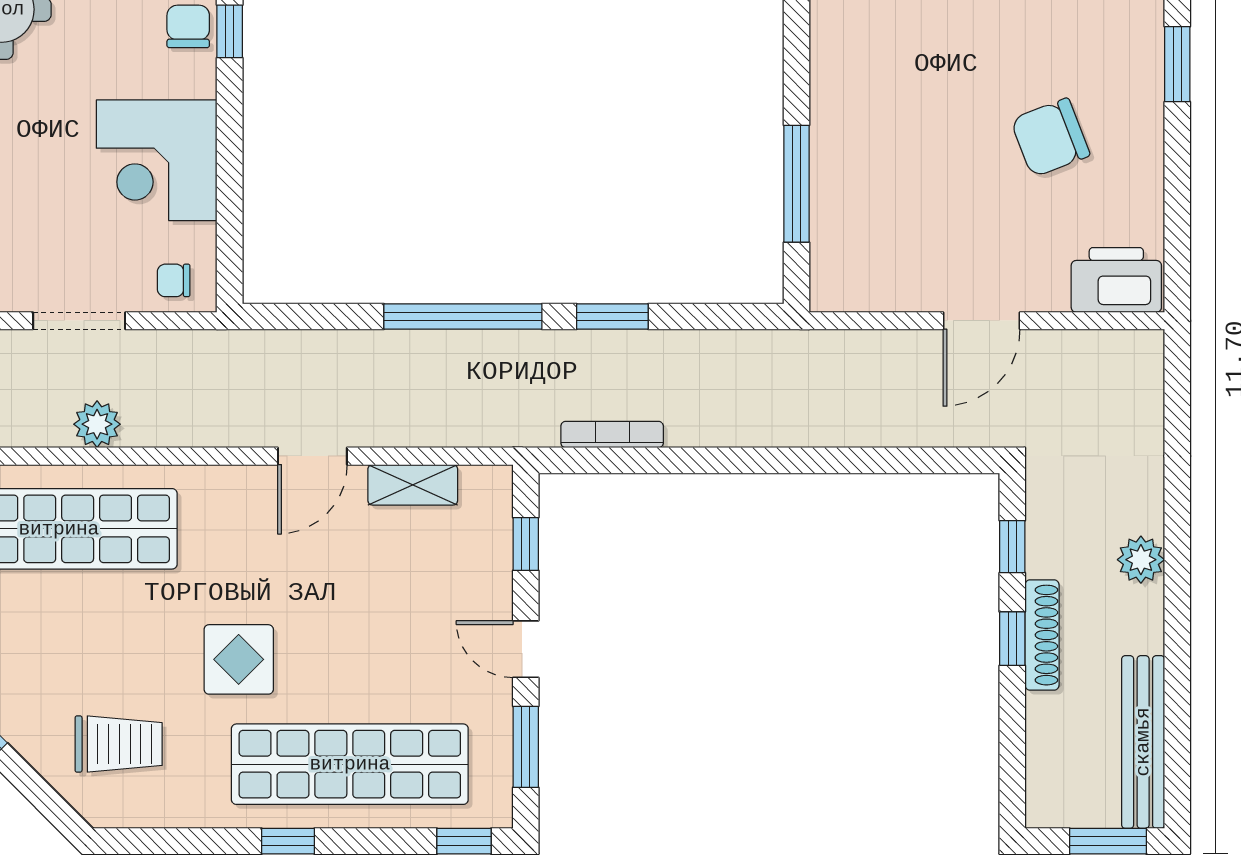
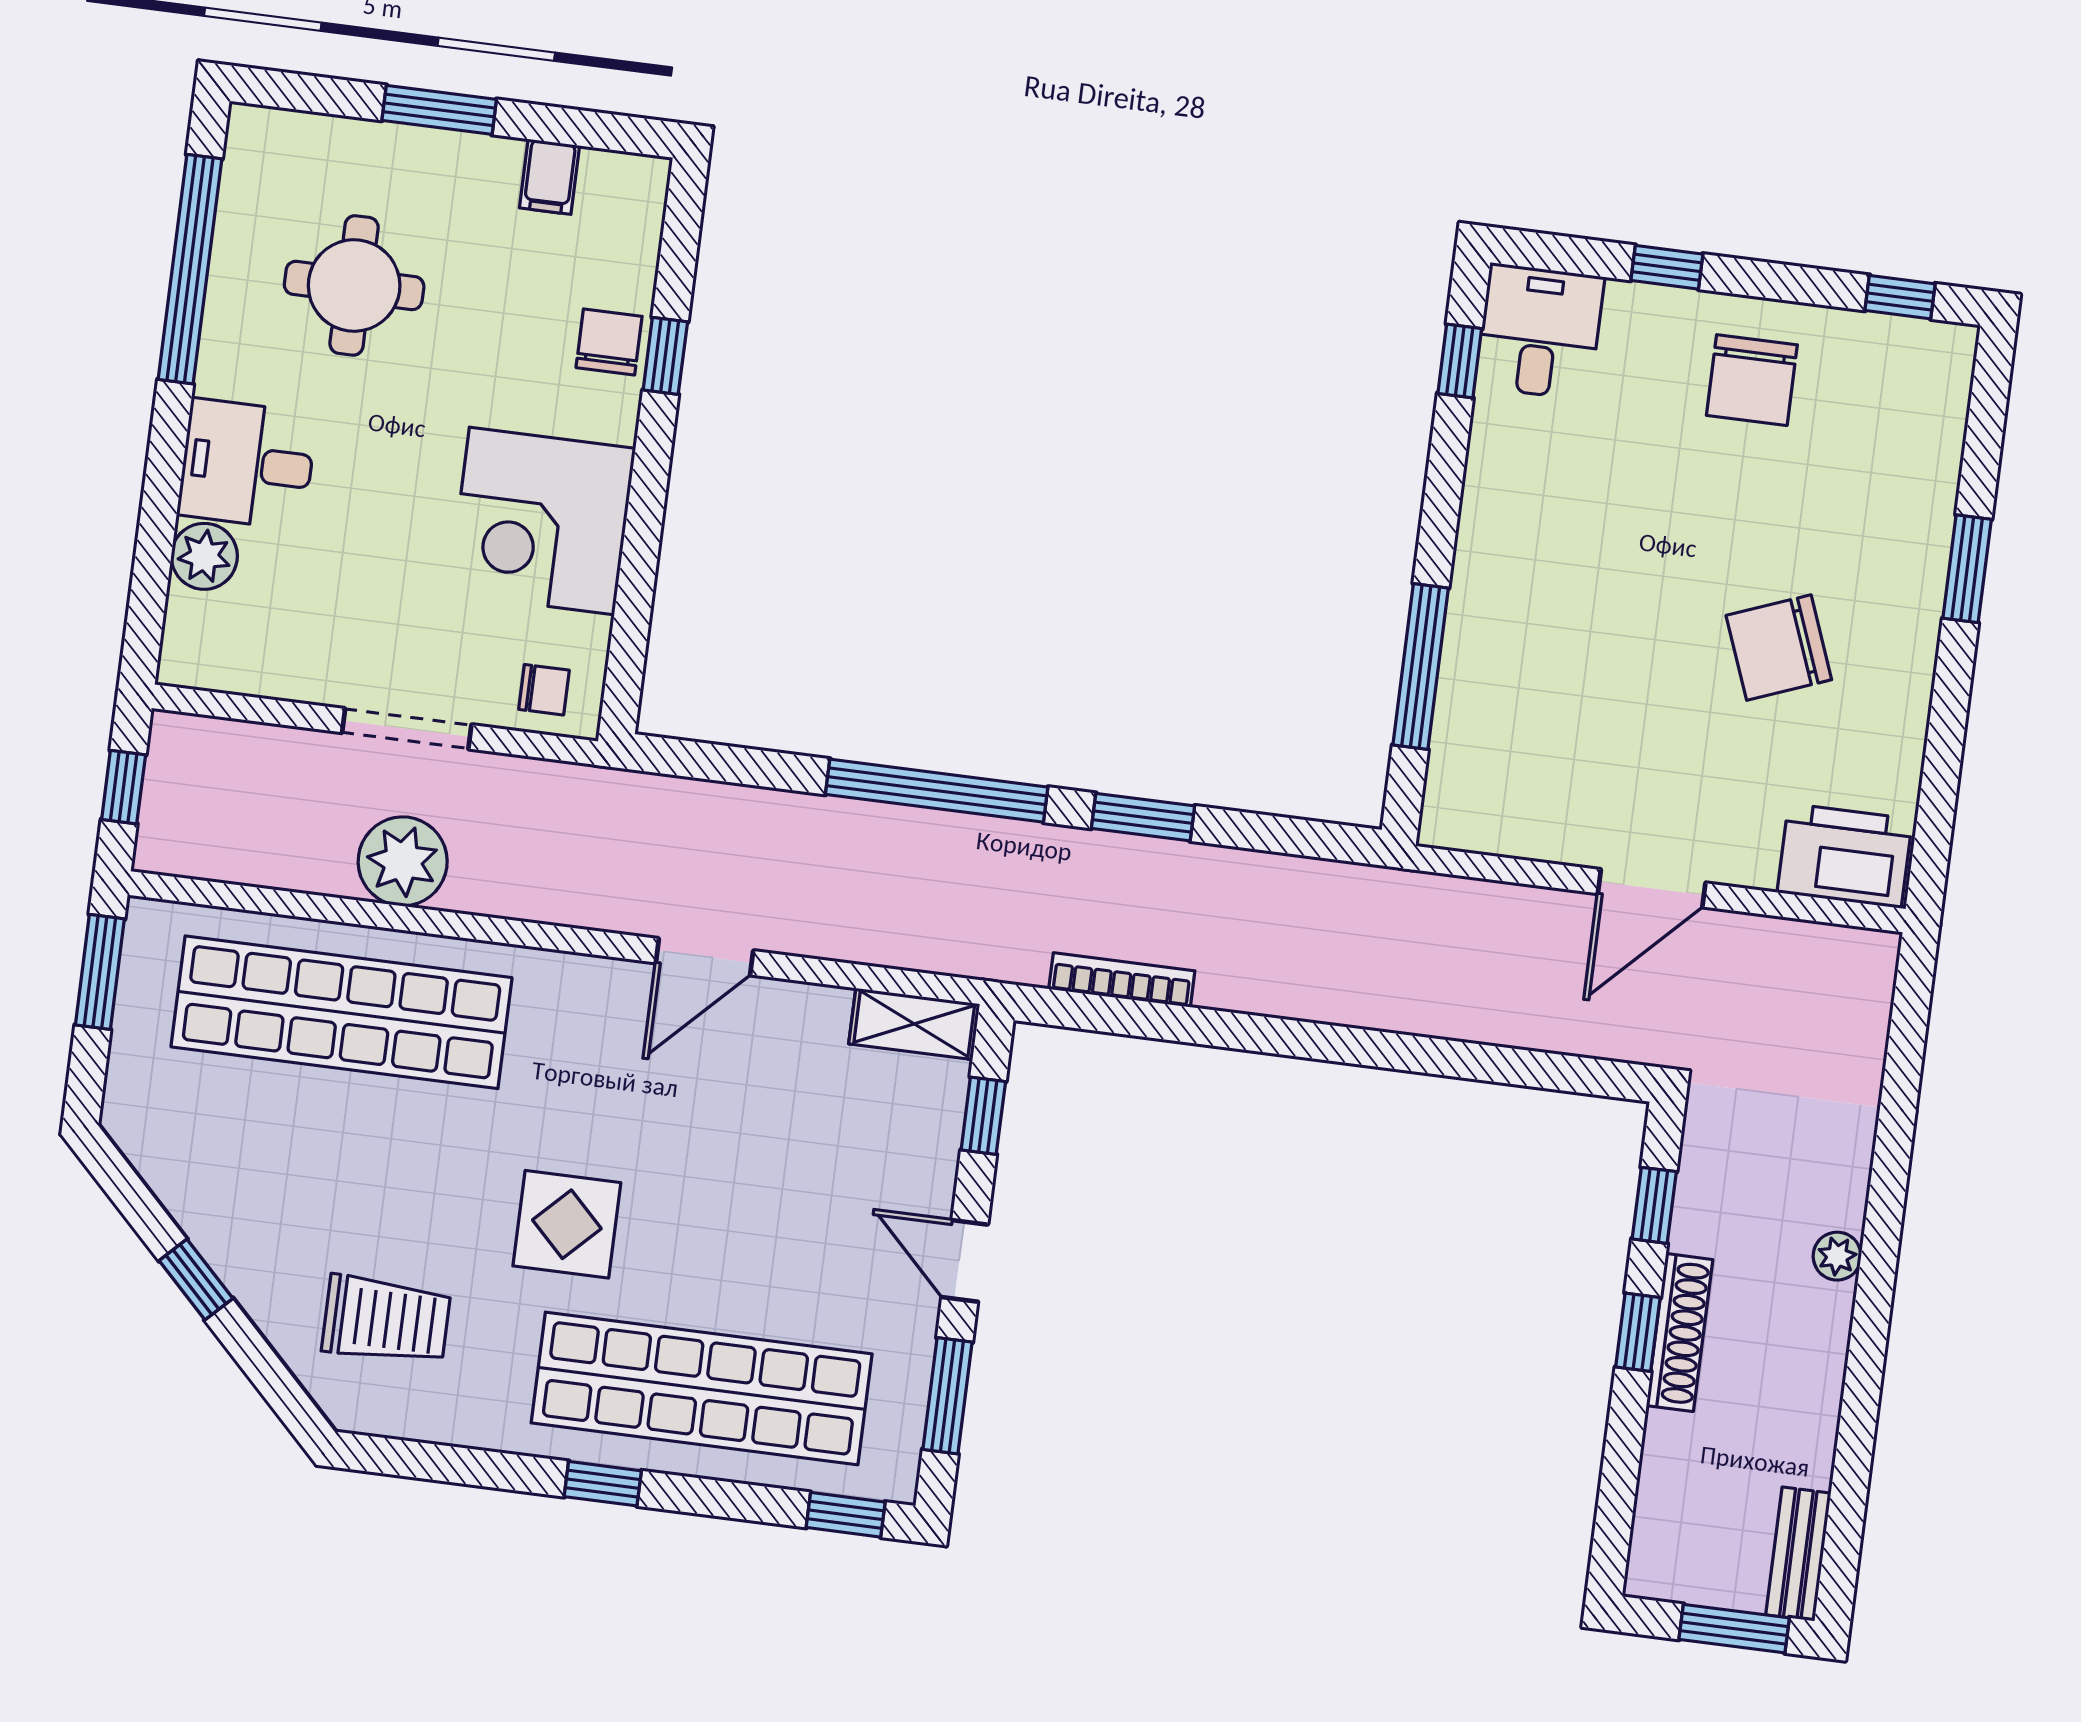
chair: (174, 280) -> (544, 690), turned 180
plant: (97, 424) -> (403, 861), width x1.36, depth x1.36
shelving: (413, 485) -> (914, 1024), moved
plant: (1141, 560) -> (1837, 1256), width x0.73, depth x0.73
bench: (1143, 742) -> (1798, 1554), width x0.54, depth x0.82

